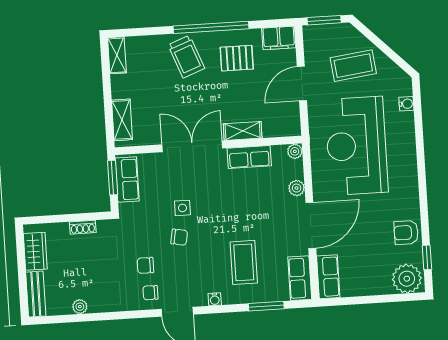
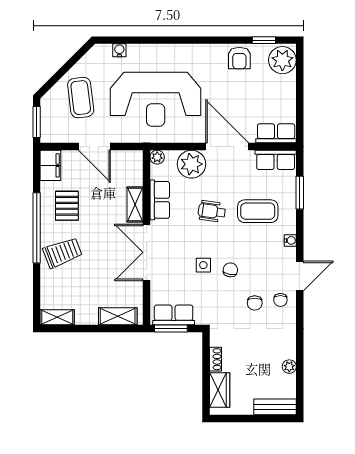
plant: (297, 188) -> (191, 164), width x1.88, depth x1.88
wheelchair: (241, 213) -> (212, 211), added
wardrobe: (35, 251) -> (220, 390), moved, turned 90

